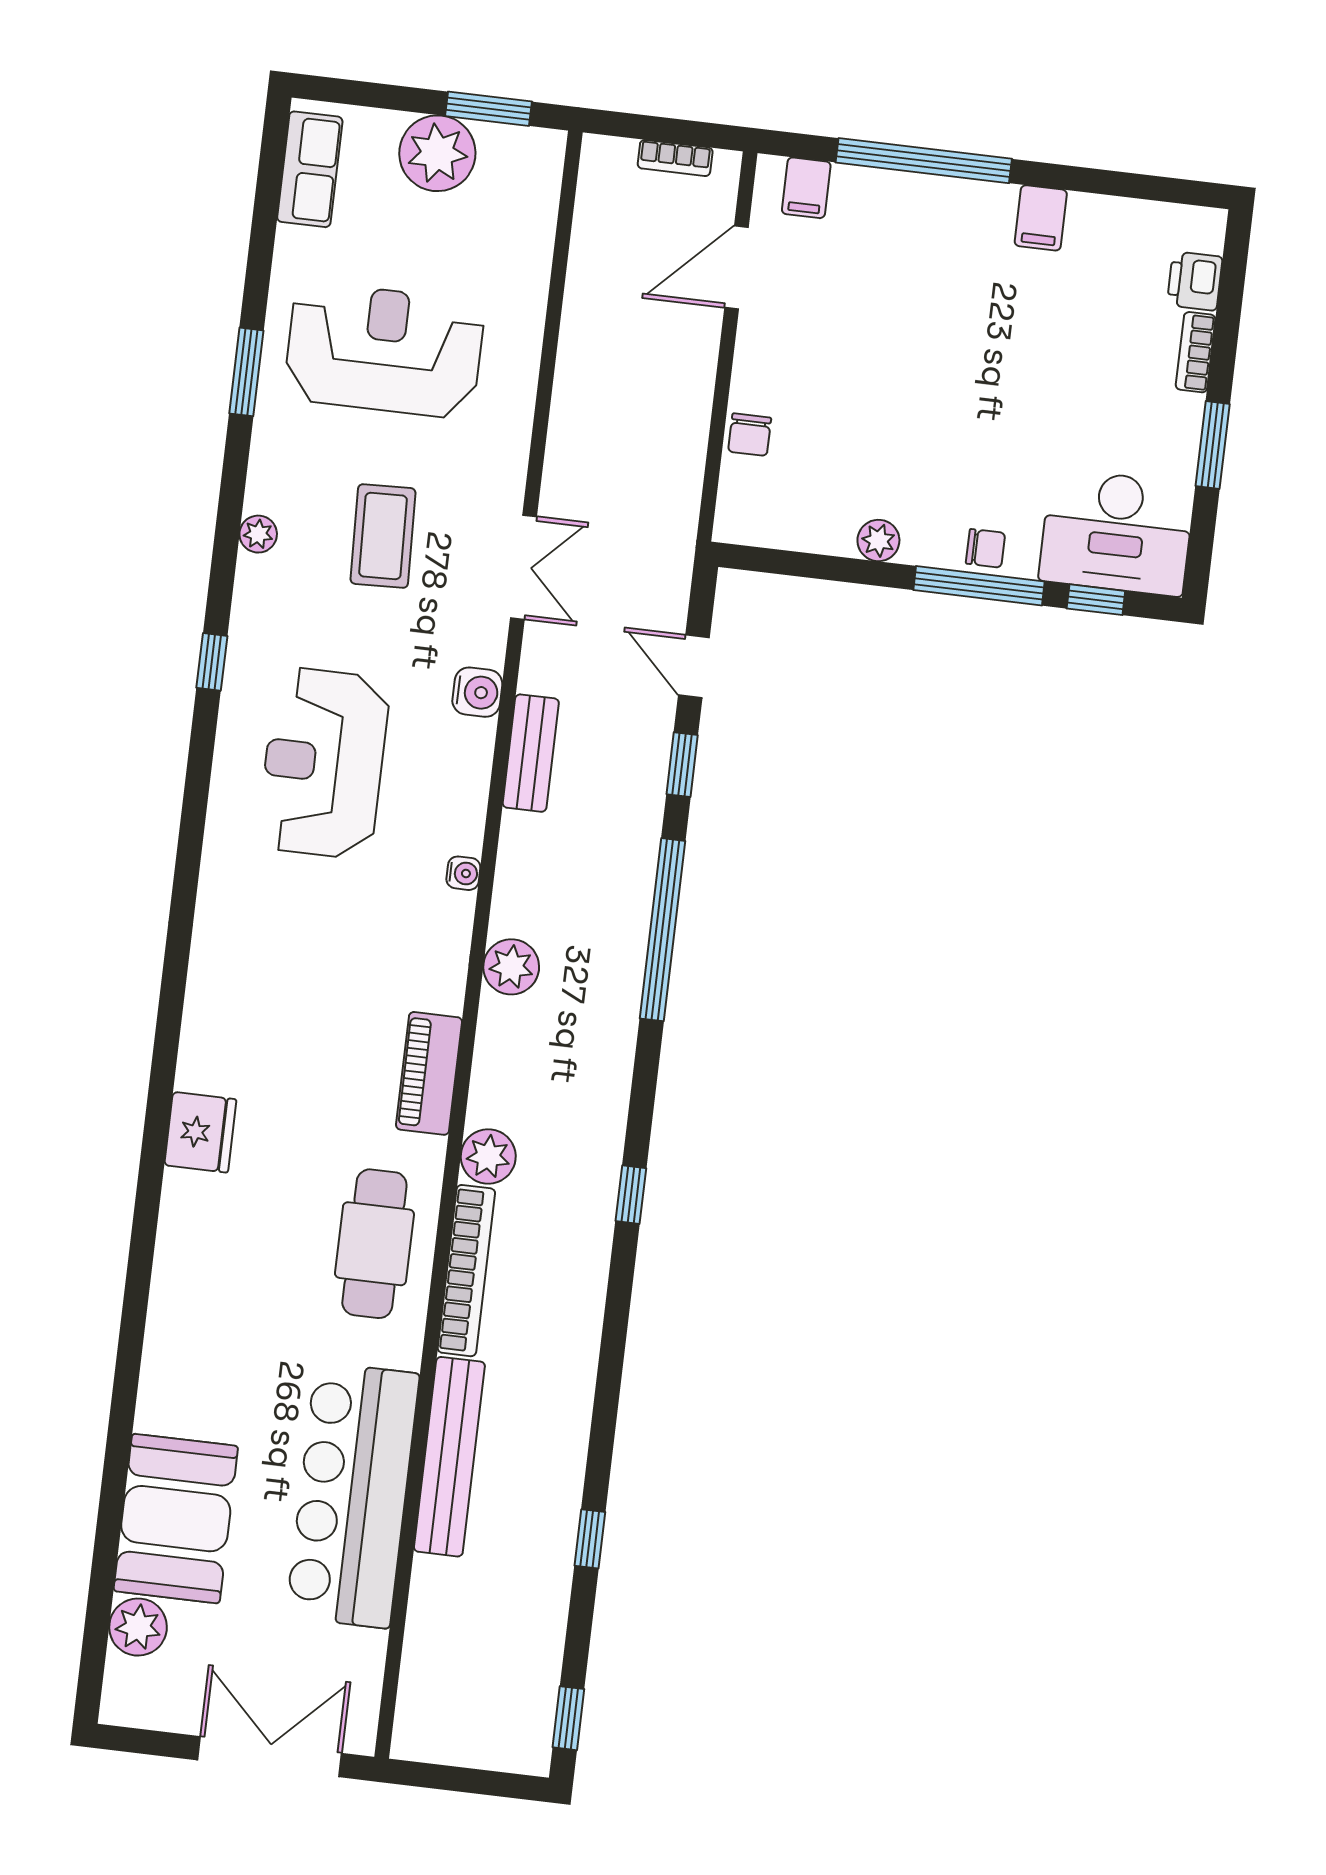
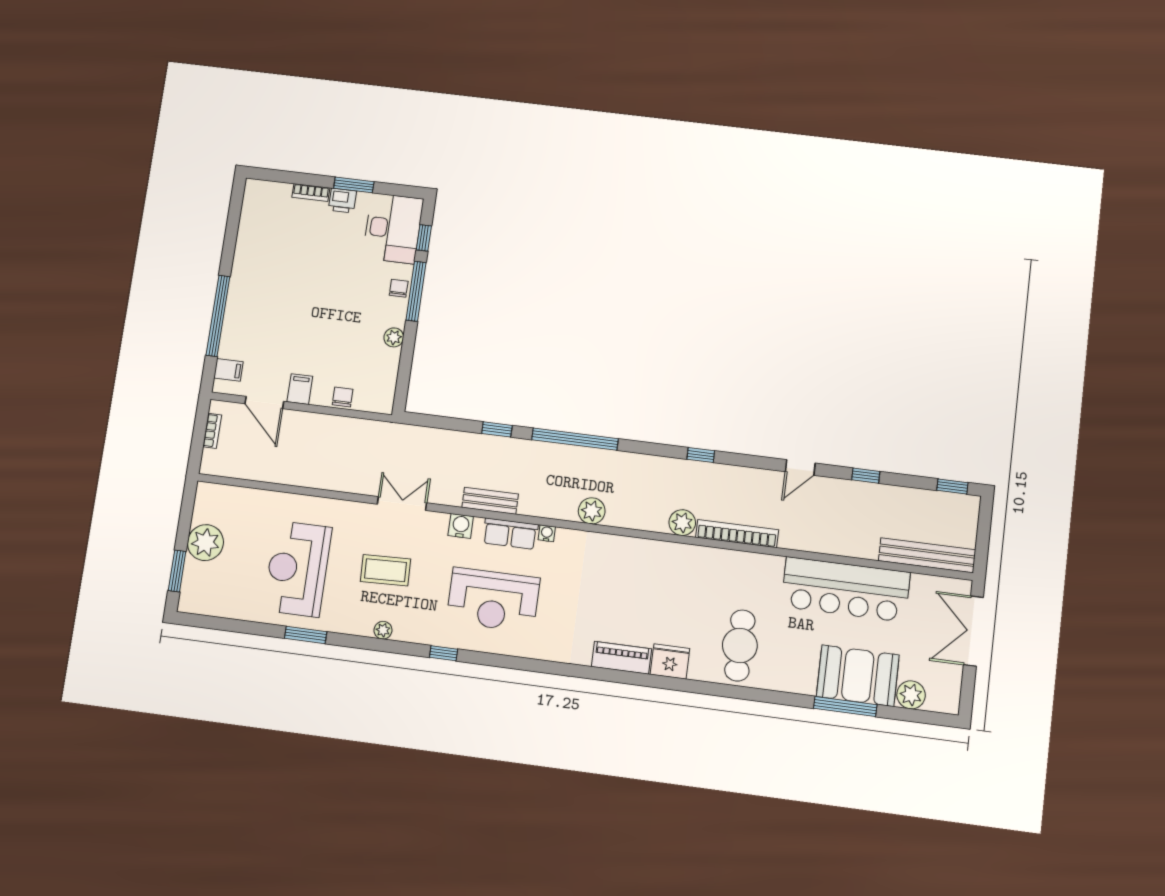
window: (489, 109) -> (177, 571), moved
row of seats: (310, 169) -> (510, 534), moved, turned 180
filing cabinet: (1041, 218) -> (300, 389), moved, turned -90
printer: (1195, 281) -> (342, 201), moved
chair: (750, 435) -> (343, 397), turned -90
door: (694, 666) -> (800, 467), moved
piano: (429, 1073) -> (621, 658), moved, turned 180
cafe table: (374, 1244) -> (740, 645), moved, turned 90
bench: (449, 1457) -> (927, 555), moved
window: (113, 1492) -> (845, 706), added

